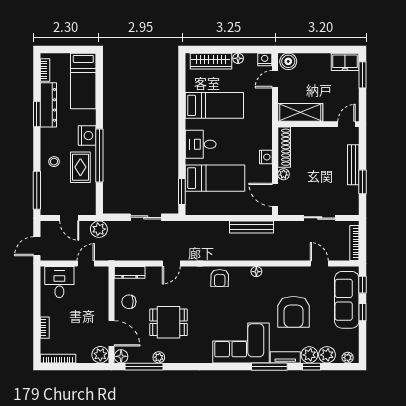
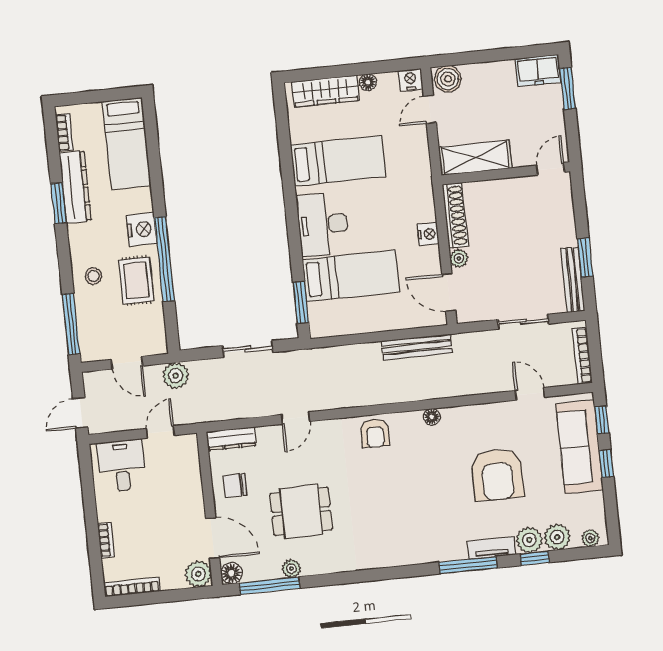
desk: (201, 144) -> (323, 224), width x1.37
bench: (353, 165) -> (573, 280), moved
corner sofa: (241, 343) -> (419, 532), removed

